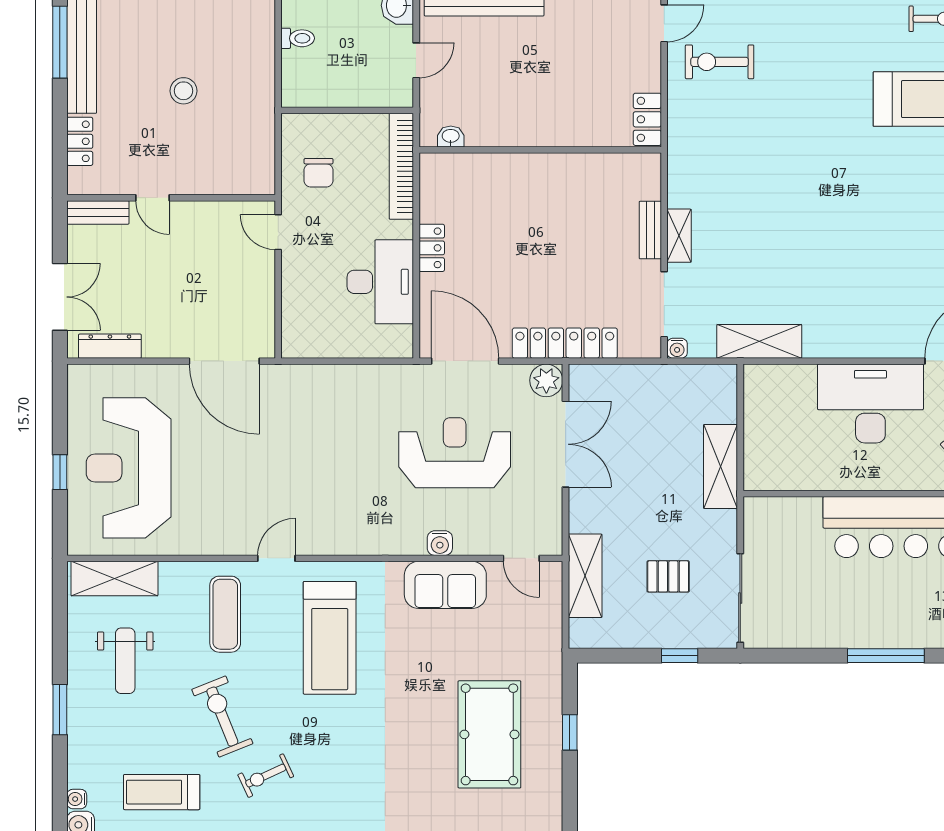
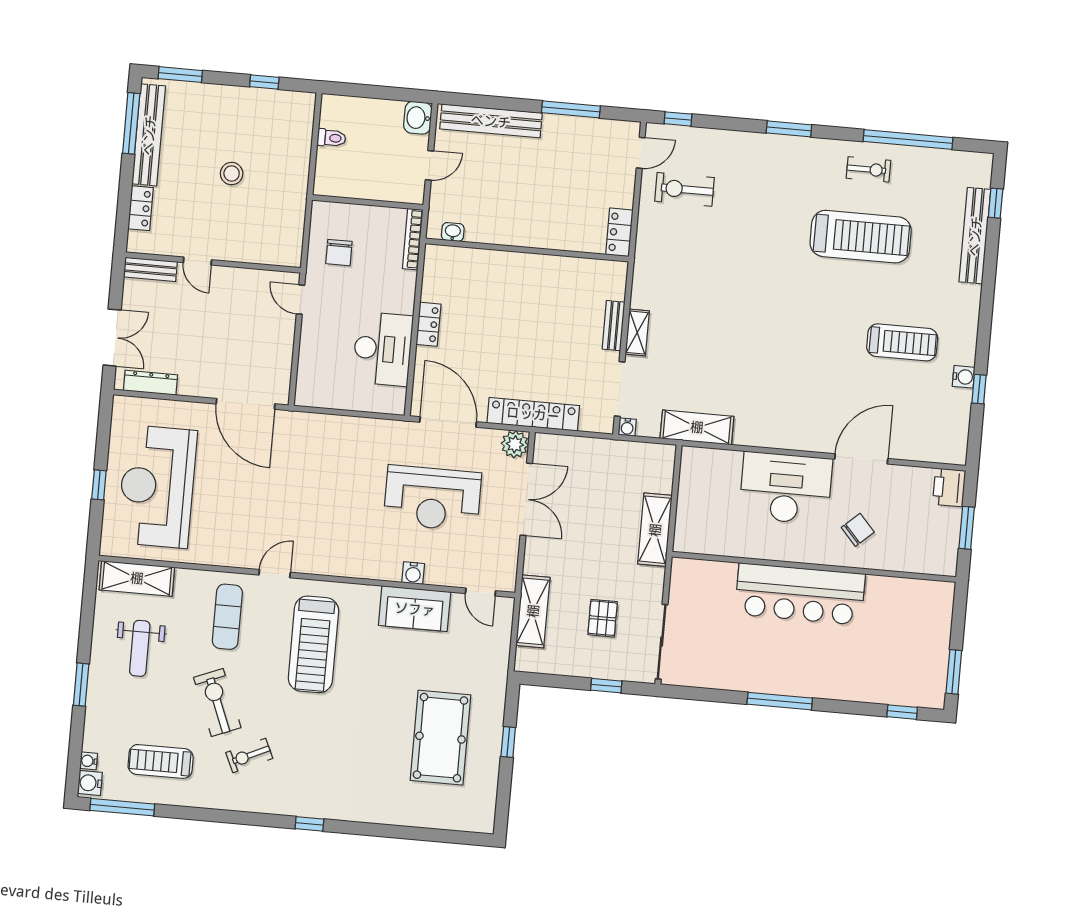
bookcase: (401, 166) -> (413, 239), width x0.68, depth x0.76
reception desk: (455, 453) -> (432, 498), turned 180
pallet: (668, 576) -> (603, 618), turned 90

